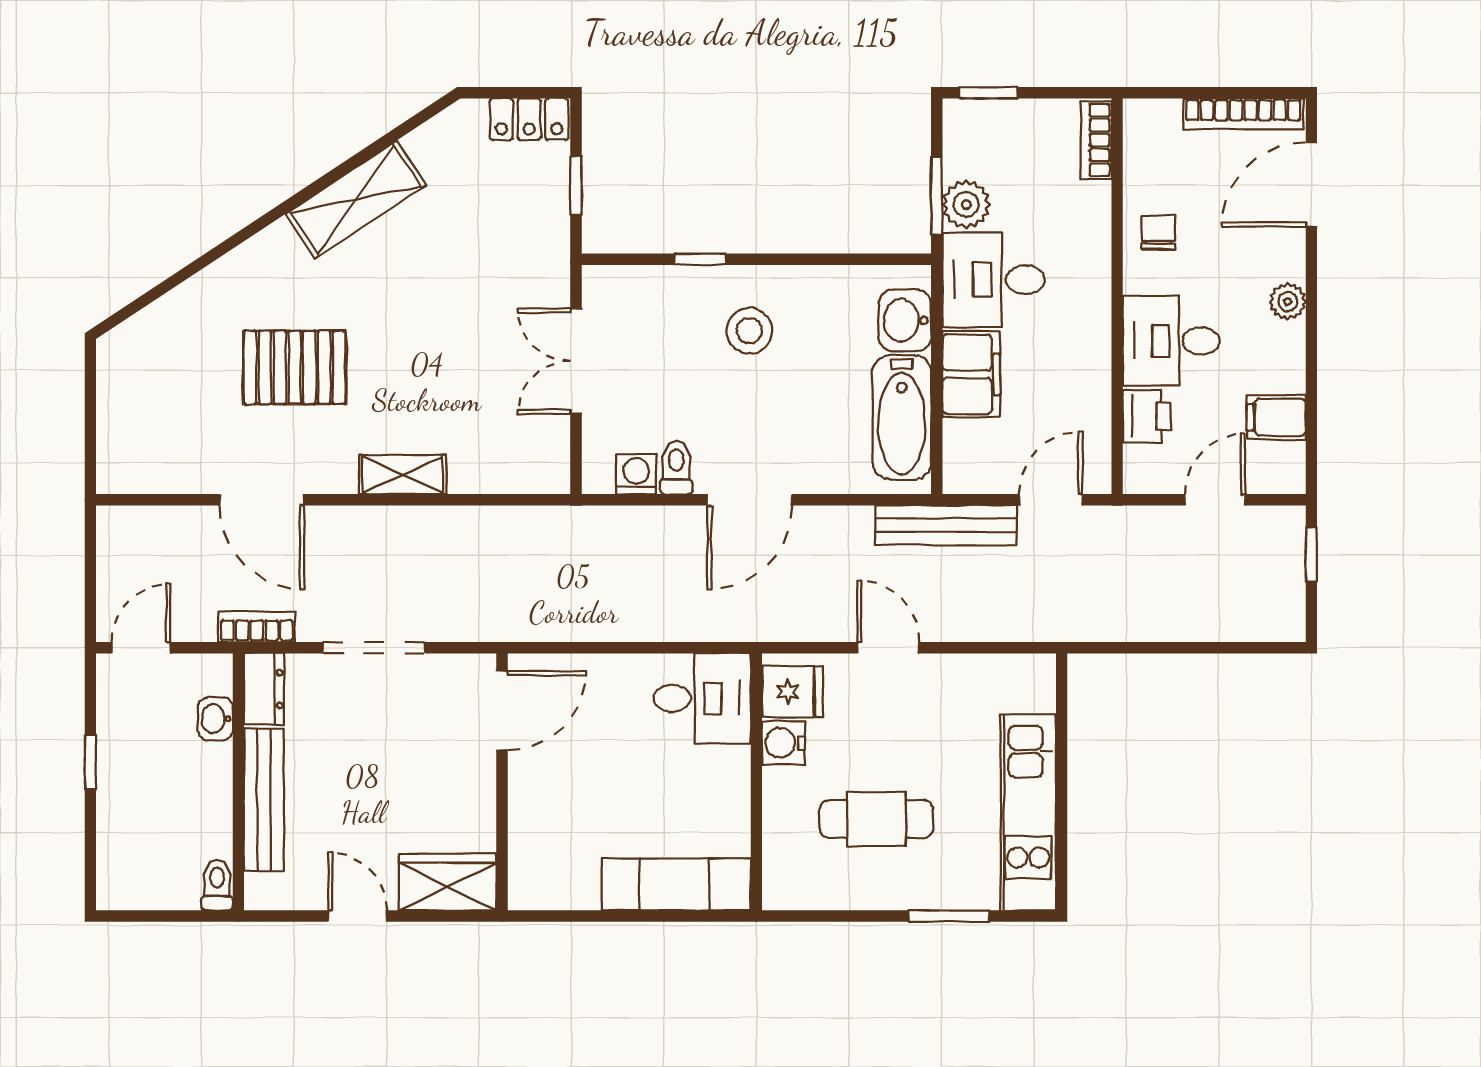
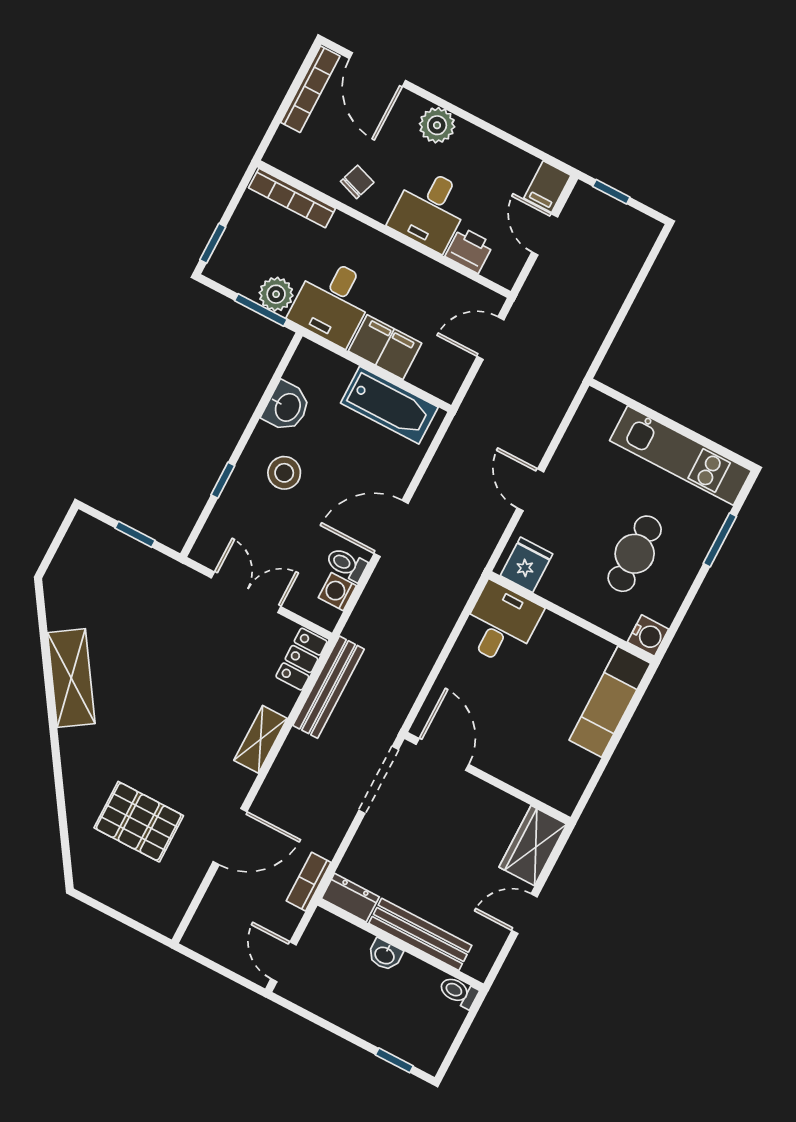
locker: (529, 119) -> (301, 659), moved, turned 180
bookcase: (1096, 140) -> (292, 198), width x1.56
chair: (1158, 232) -> (357, 182), turned 109
plant: (1288, 302) -> (437, 125), width x1.38, depth x1.38
washbasin: (905, 320) -> (287, 407), moved, turned -90
double door: (576, 361) -> (246, 592), swing flipped
pallet: (295, 367) -> (139, 822), moved, turned 90
filing cabinet: (1276, 417) -> (547, 187), moved
door: (750, 500) -> (391, 528), swing flipped
door: (1051, 500) -> (491, 338), hinge flipped
bench: (946, 525) -> (328, 687), moved
doorway: (374, 648) -> (379, 780), moved
door: (888, 648) -> (530, 490), hinge flipped
washbasin: (215, 719) -> (385, 955), moved
water cooler: (784, 743) -> (648, 636), moved, turned -90
window: (90, 762) -> (394, 1060), moved

